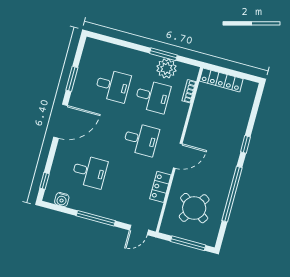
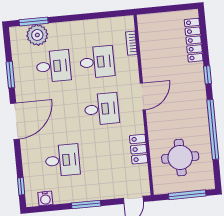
window: (163, 54) -> (34, 22), moved
plant: (166, 68) -> (37, 35), moved
locker: (221, 80) -> (194, 40), moved, turned 90
door: (178, 156) -> (143, 96), moved
round table: (194, 208) -> (180, 157), turned -34
window: (96, 218) -> (86, 204), width x0.69

